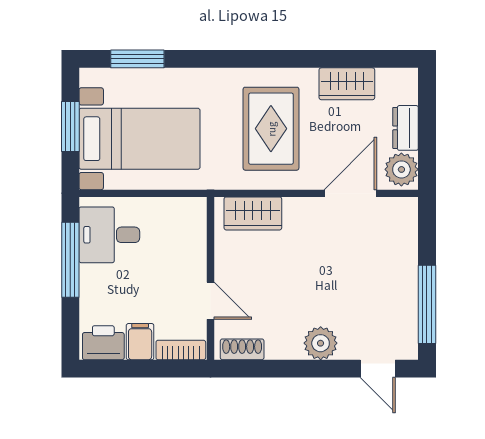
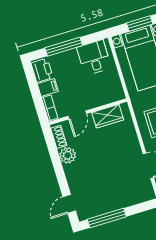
wardrobe: (253, 213) -> (108, 116), moved, turned -90
window: (70, 260) -> (64, 47), moved
plant: (321, 343) -> (68, 155), moved

